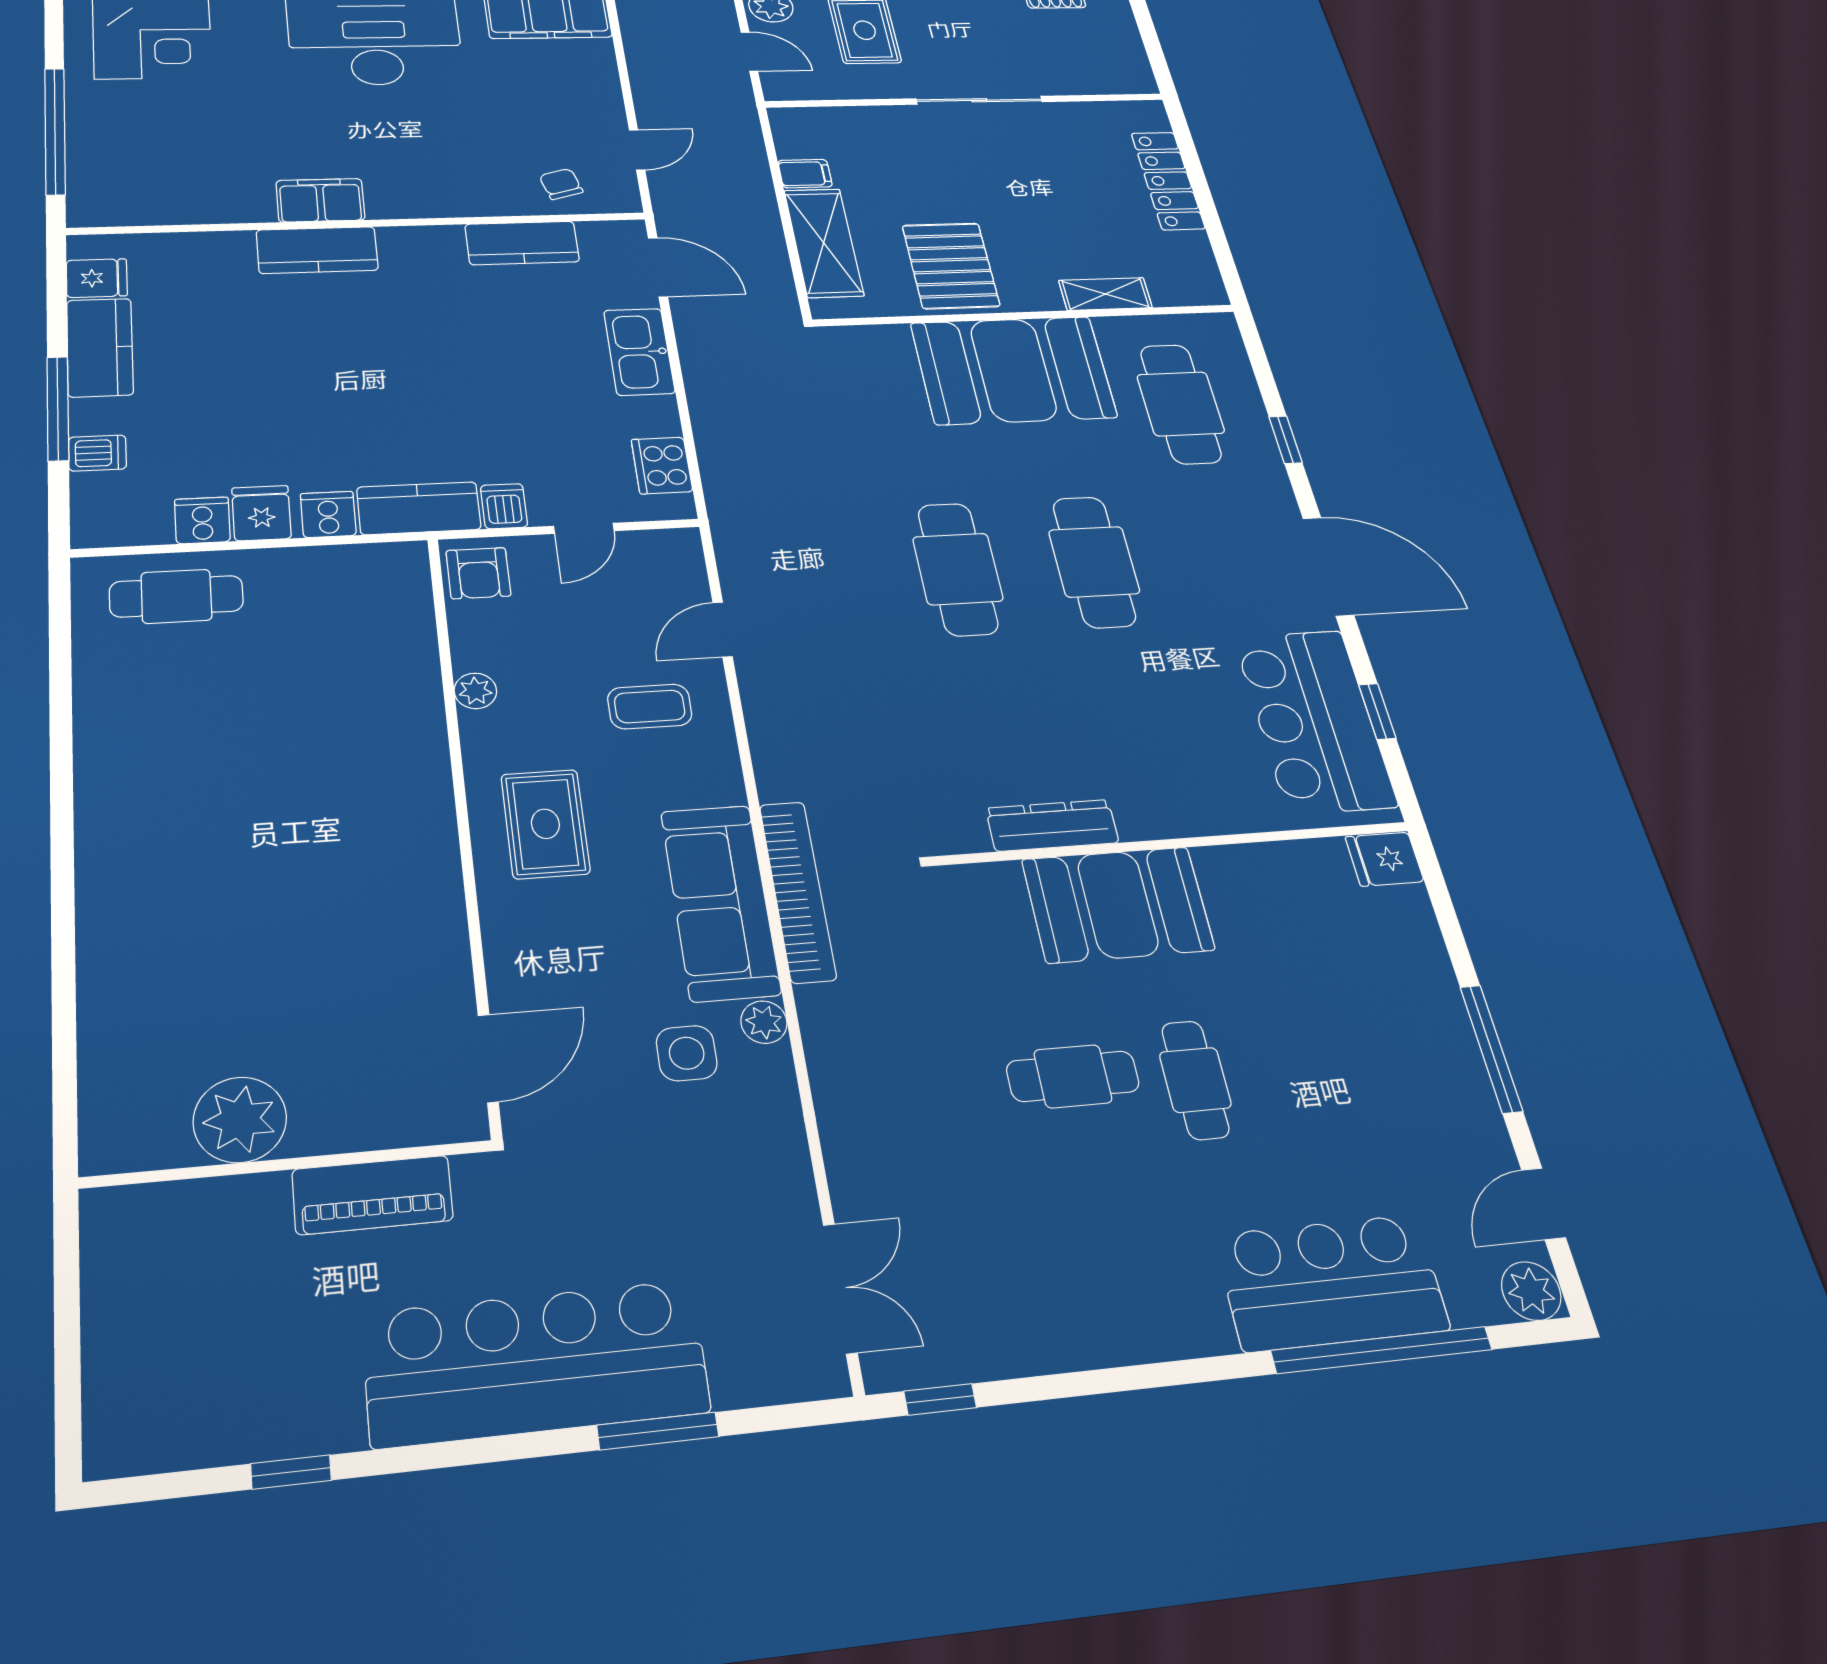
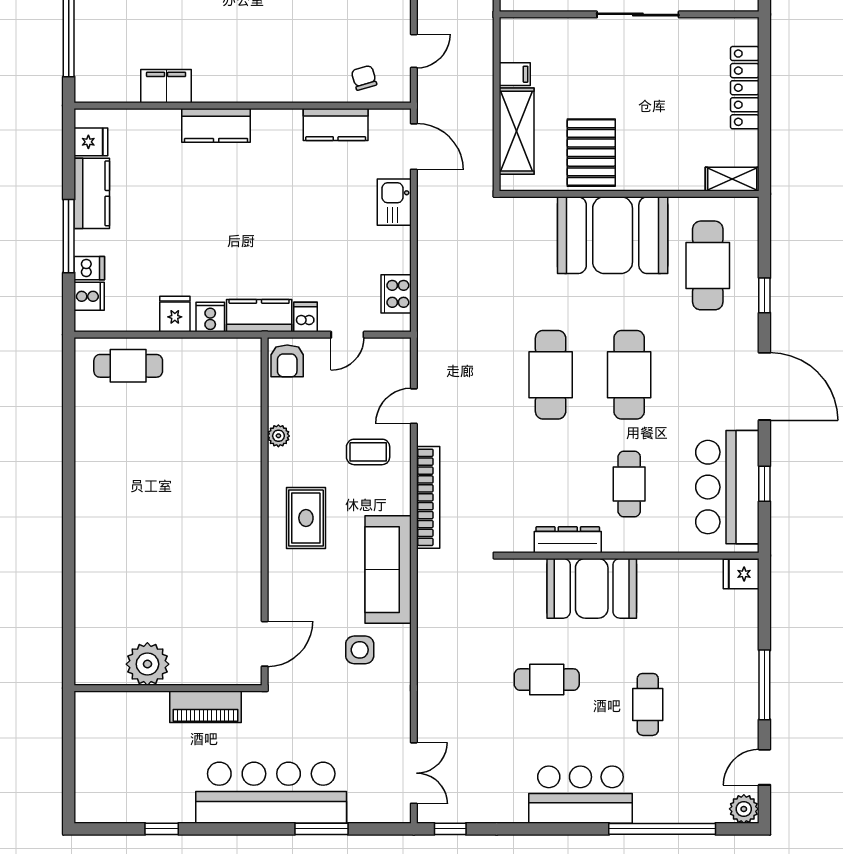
filing cabinet: (320, 200) -> (166, 86), moved
shelving: (1105, 294) -> (732, 179), moved
kitchen sink: (639, 352) -> (394, 202), width x0.73
cooker: (202, 520) -> (89, 296), moved, turned 90
cafe table: (1140, 727) -> (629, 484), added
bookcase: (798, 891) -> (428, 497), moved
plant: (764, 1022) -> (400, 637), removed
cafe table: (1195, 1080) -> (648, 704), moved
bar counter: (1331, 1282) -> (580, 795), moved

